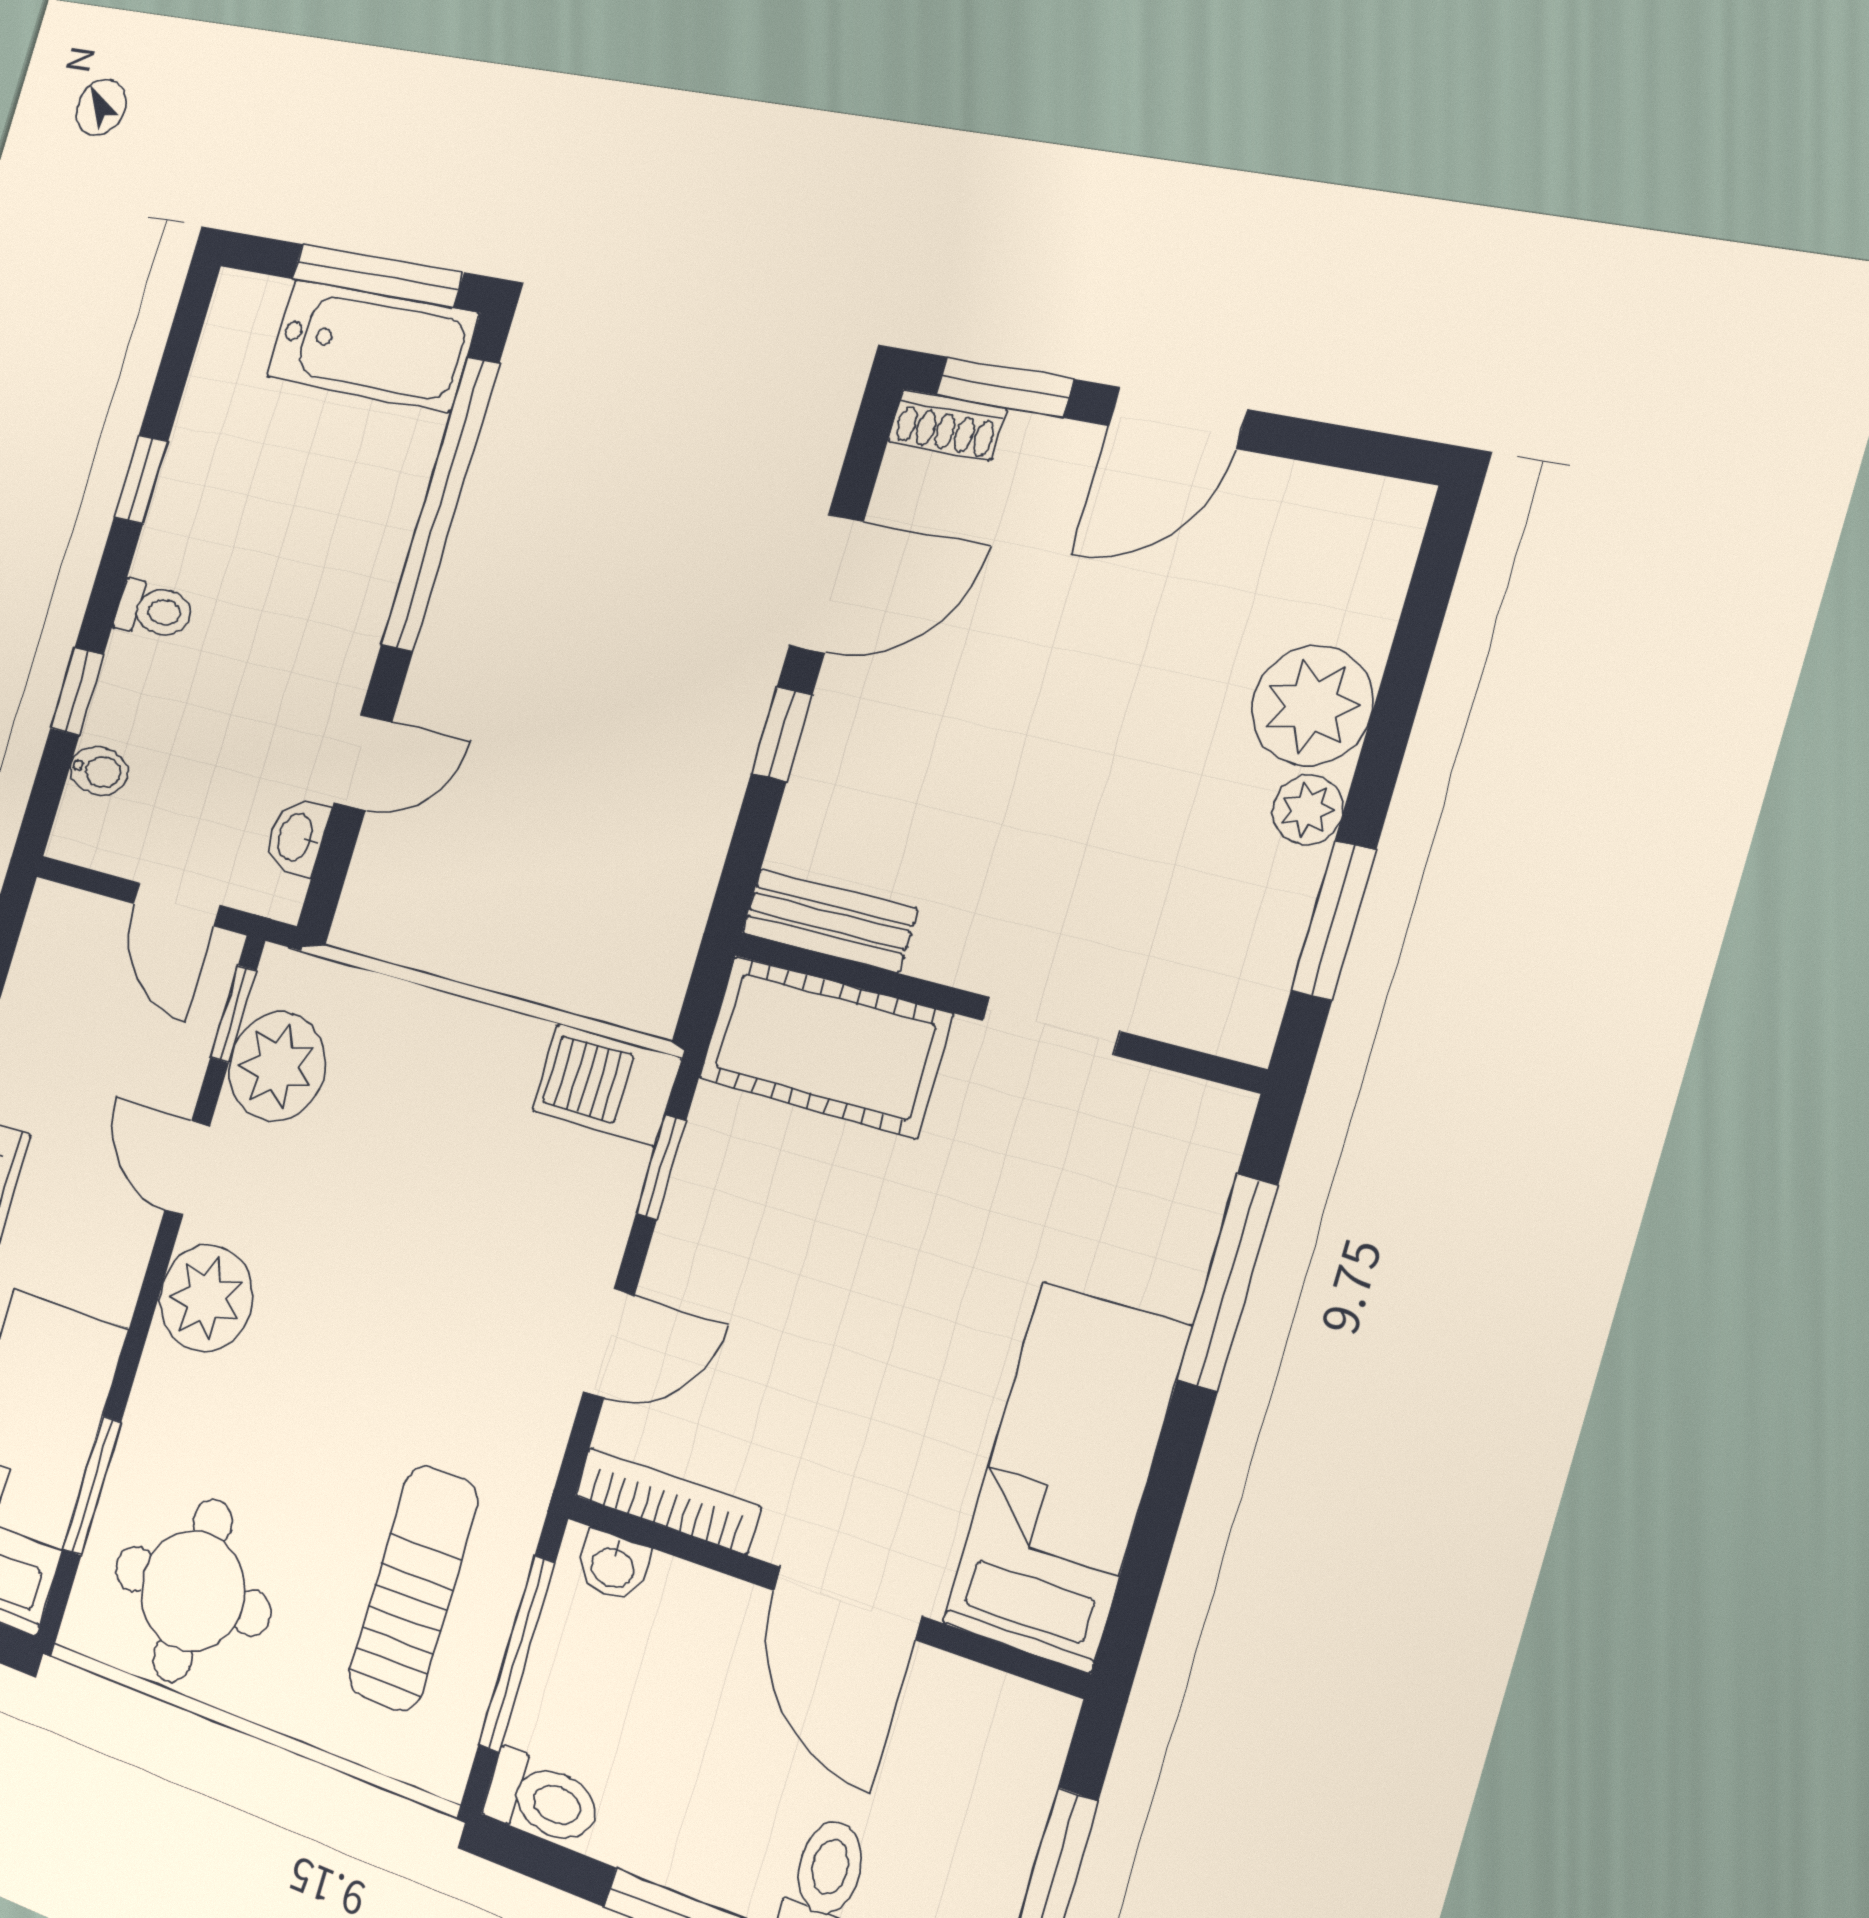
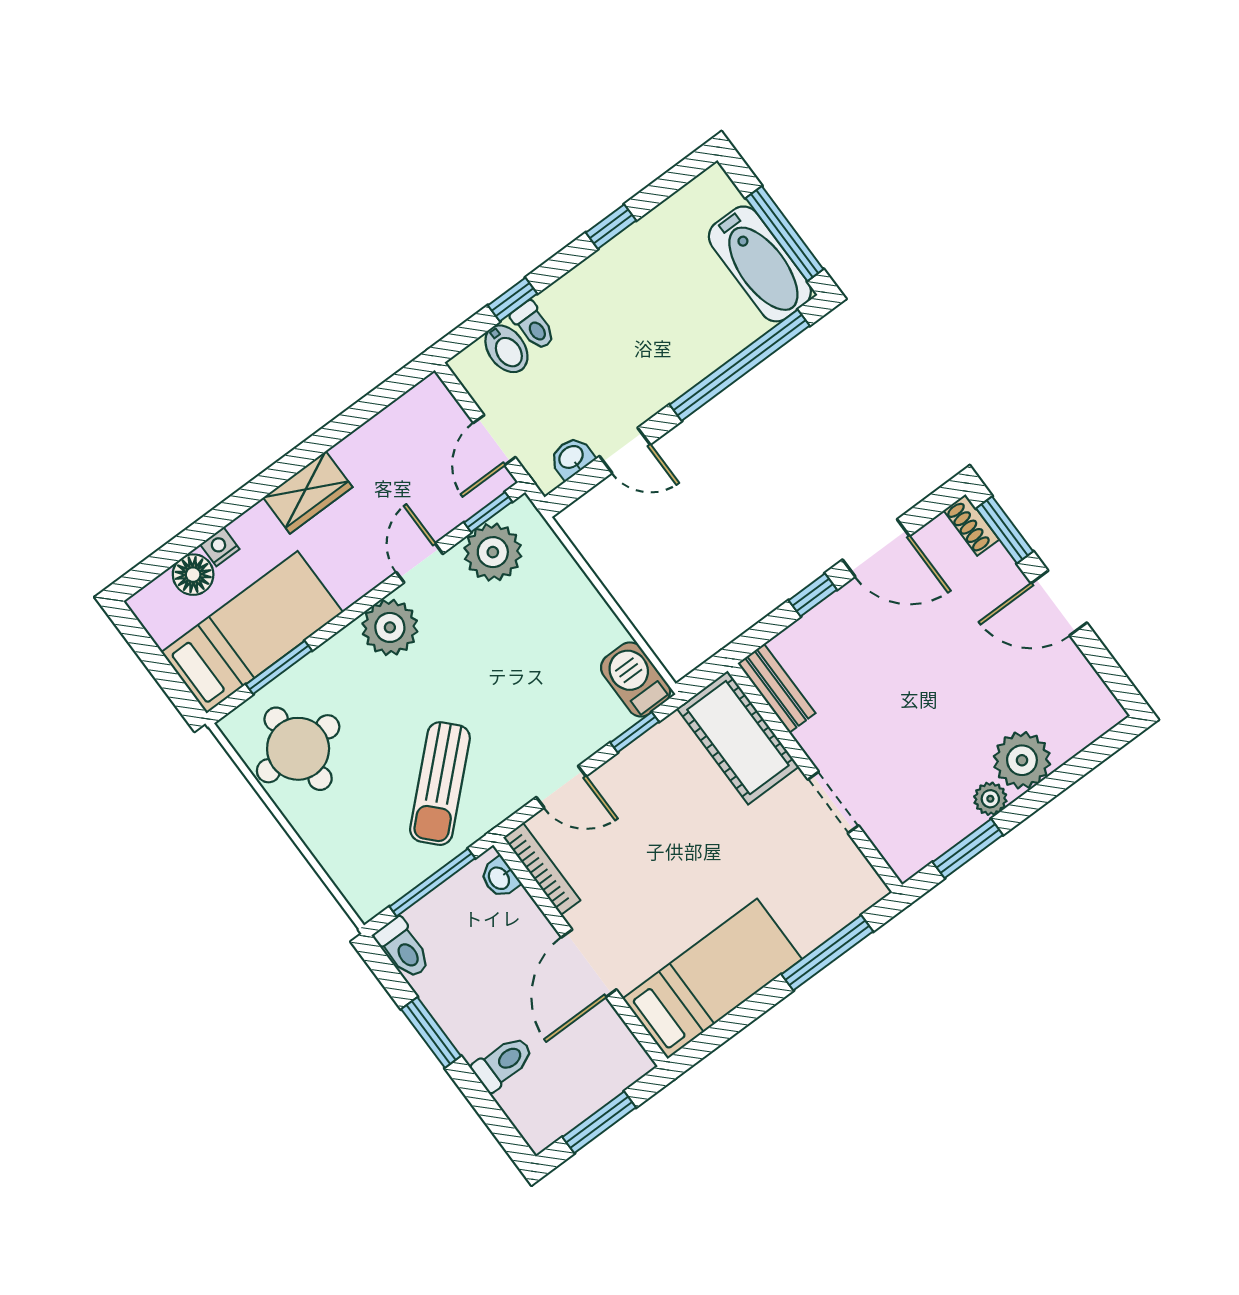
toilet: (154, 610) -> (533, 326), moved
bidet: (99, 771) -> (506, 349), width x1.38, depth x1.36
sun lounger: (413, 1588) -> (440, 784), moved, turned 137

